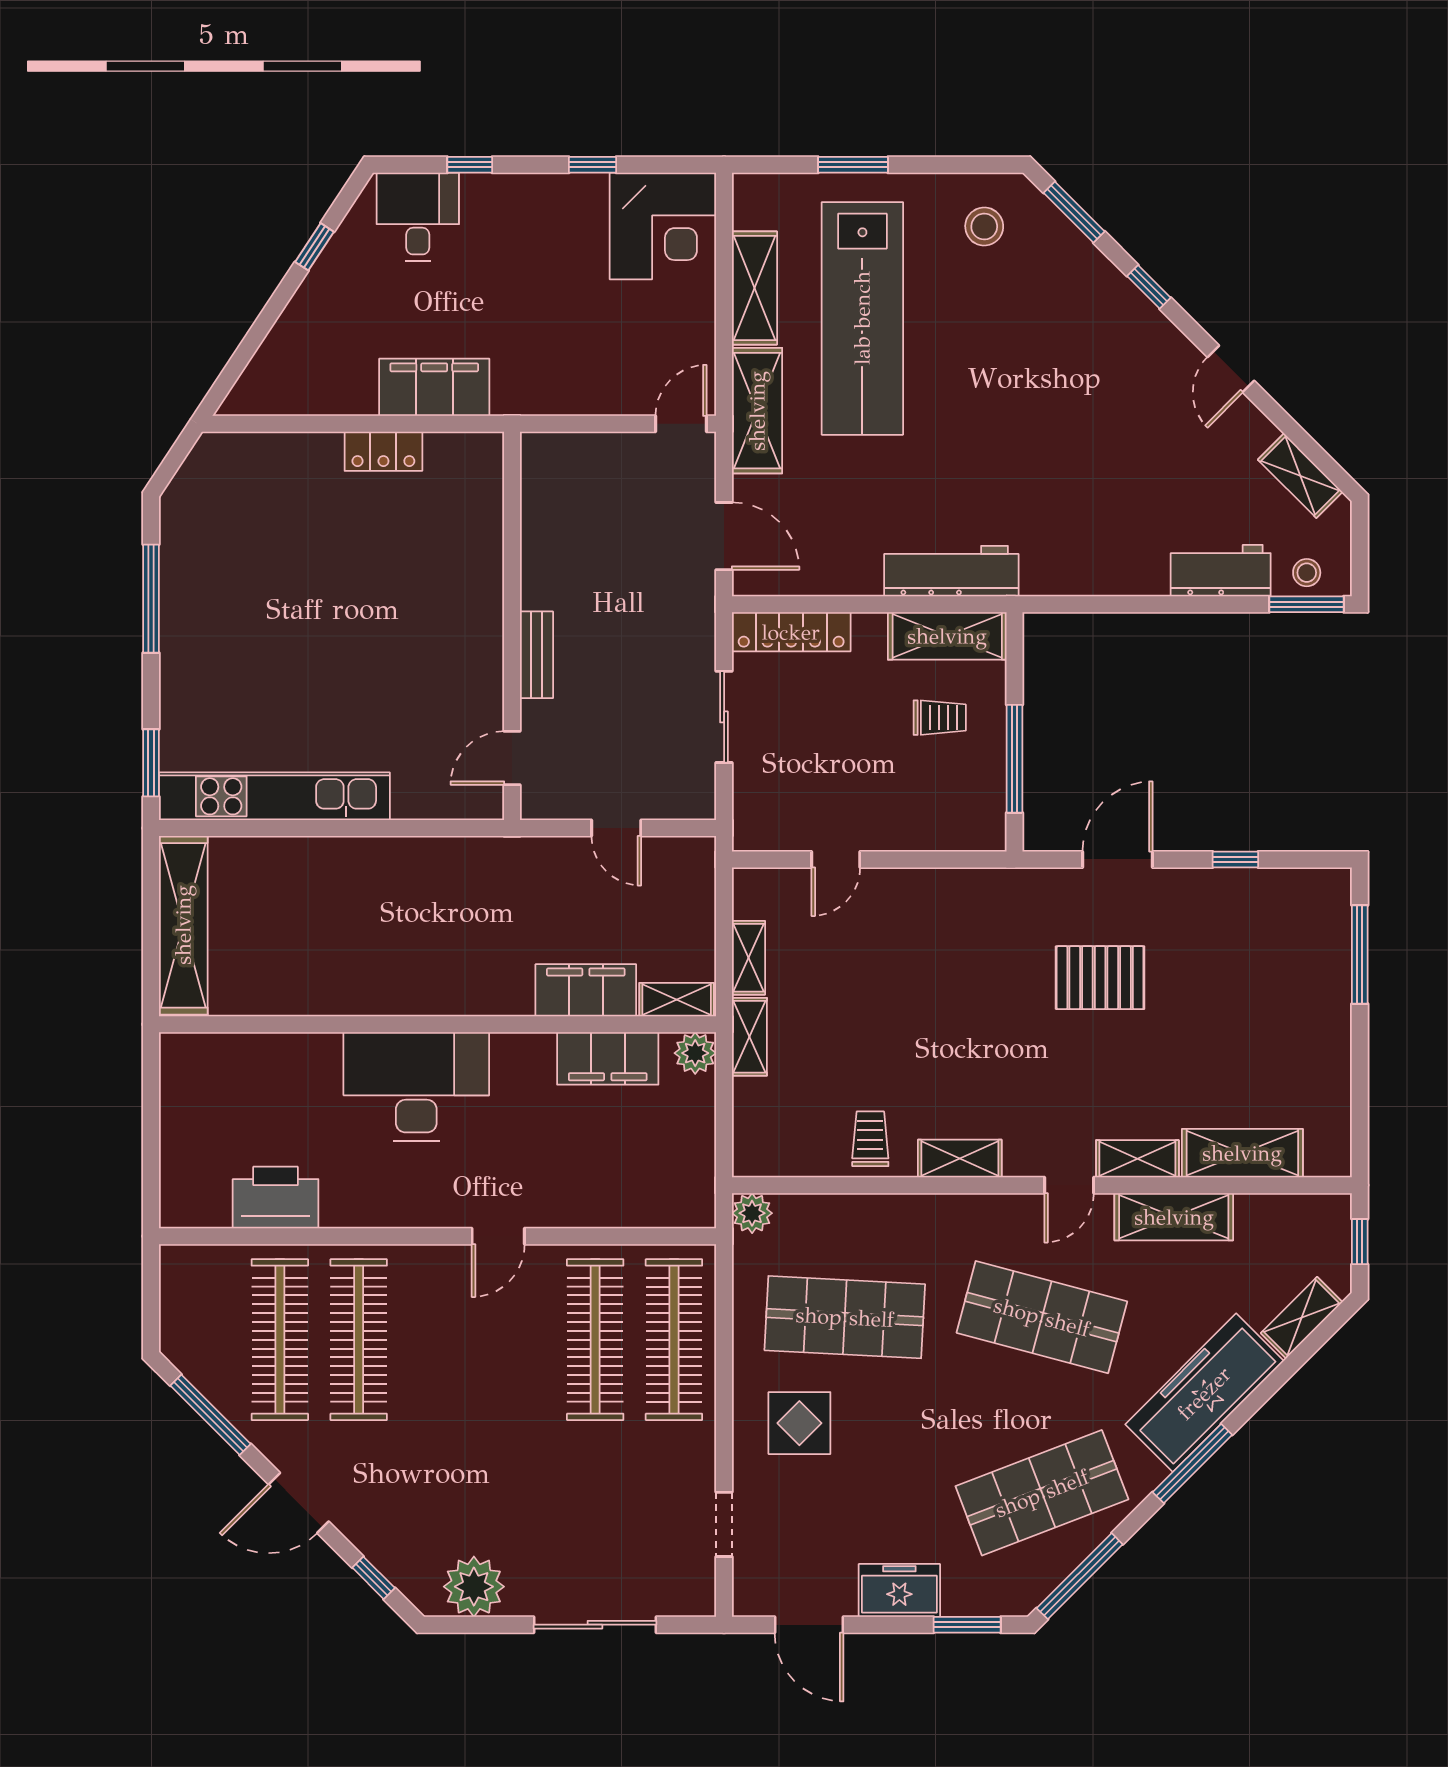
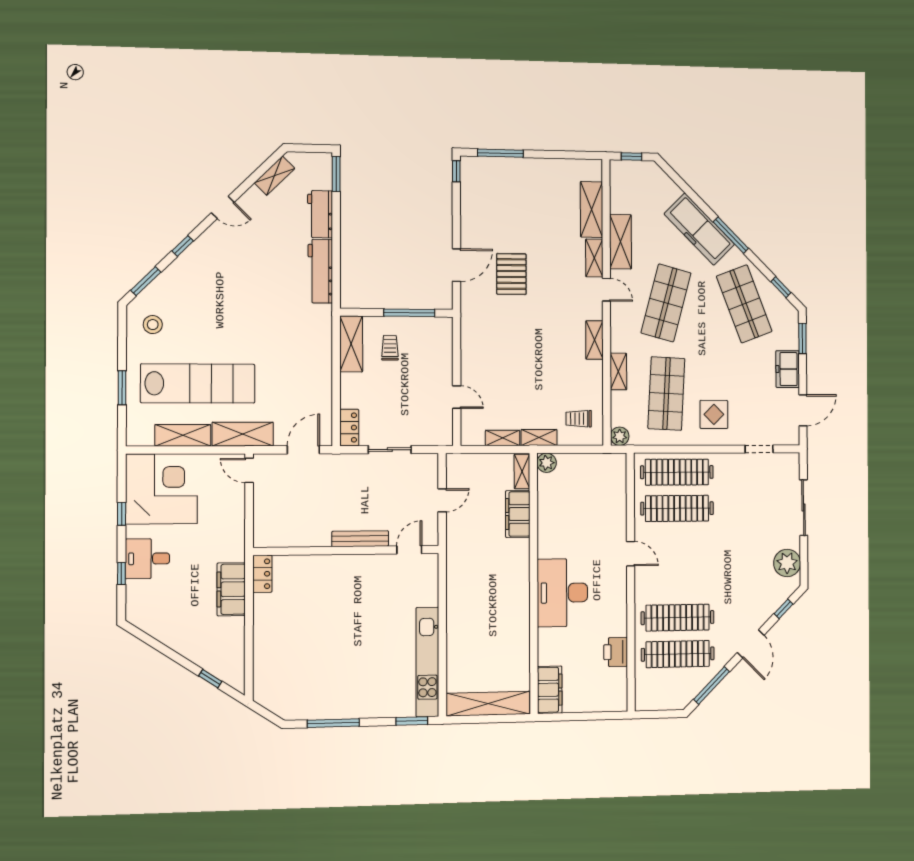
desk: (418, 217) -> (147, 559), moved
corner desk: (663, 226) -> (162, 489), width x1.36, depth x1.36
window: (315, 247) -> (210, 679), moved
locker: (383, 451) -> (262, 574), moved
workbench: (951, 571) -> (320, 271), moved
stool: (1307, 573) -> (321, 174), removed
locker: (791, 632) -> (349, 428), width x0.66
bench: (536, 655) -> (360, 539), width x1.36
door: (512, 758) -> (409, 550), swing flipped
door: (1117, 859) -> (456, 265), swing flipped
window: (1235, 859) -> (456, 171), moved
filing cabinet: (608, 1058) -> (550, 690), moved
trolley: (870, 1139) -> (579, 419), moved
printer: (276, 1198) -> (616, 652), width x0.73, depth x0.84
shelving: (1302, 1318) -> (618, 372), moved, turned 45
window: (1080, 1576) -> (781, 287), width x0.46

